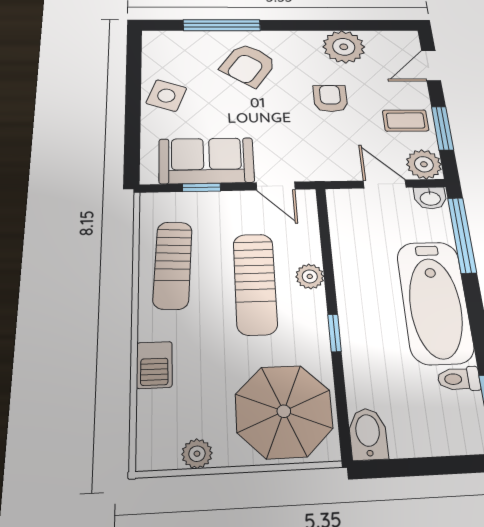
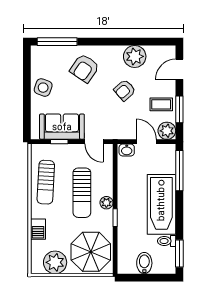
window: (222, 25) -> (57, 42), moved
armchair: (330, 98) -> (125, 90), turned -131
washbasin: (430, 198) -> (127, 150), moved
plant: (310, 276) -> (106, 203), moved
bidet: (368, 434) -> (144, 263), moved
plant: (197, 454) -> (55, 262), width x1.87, depth x1.87

